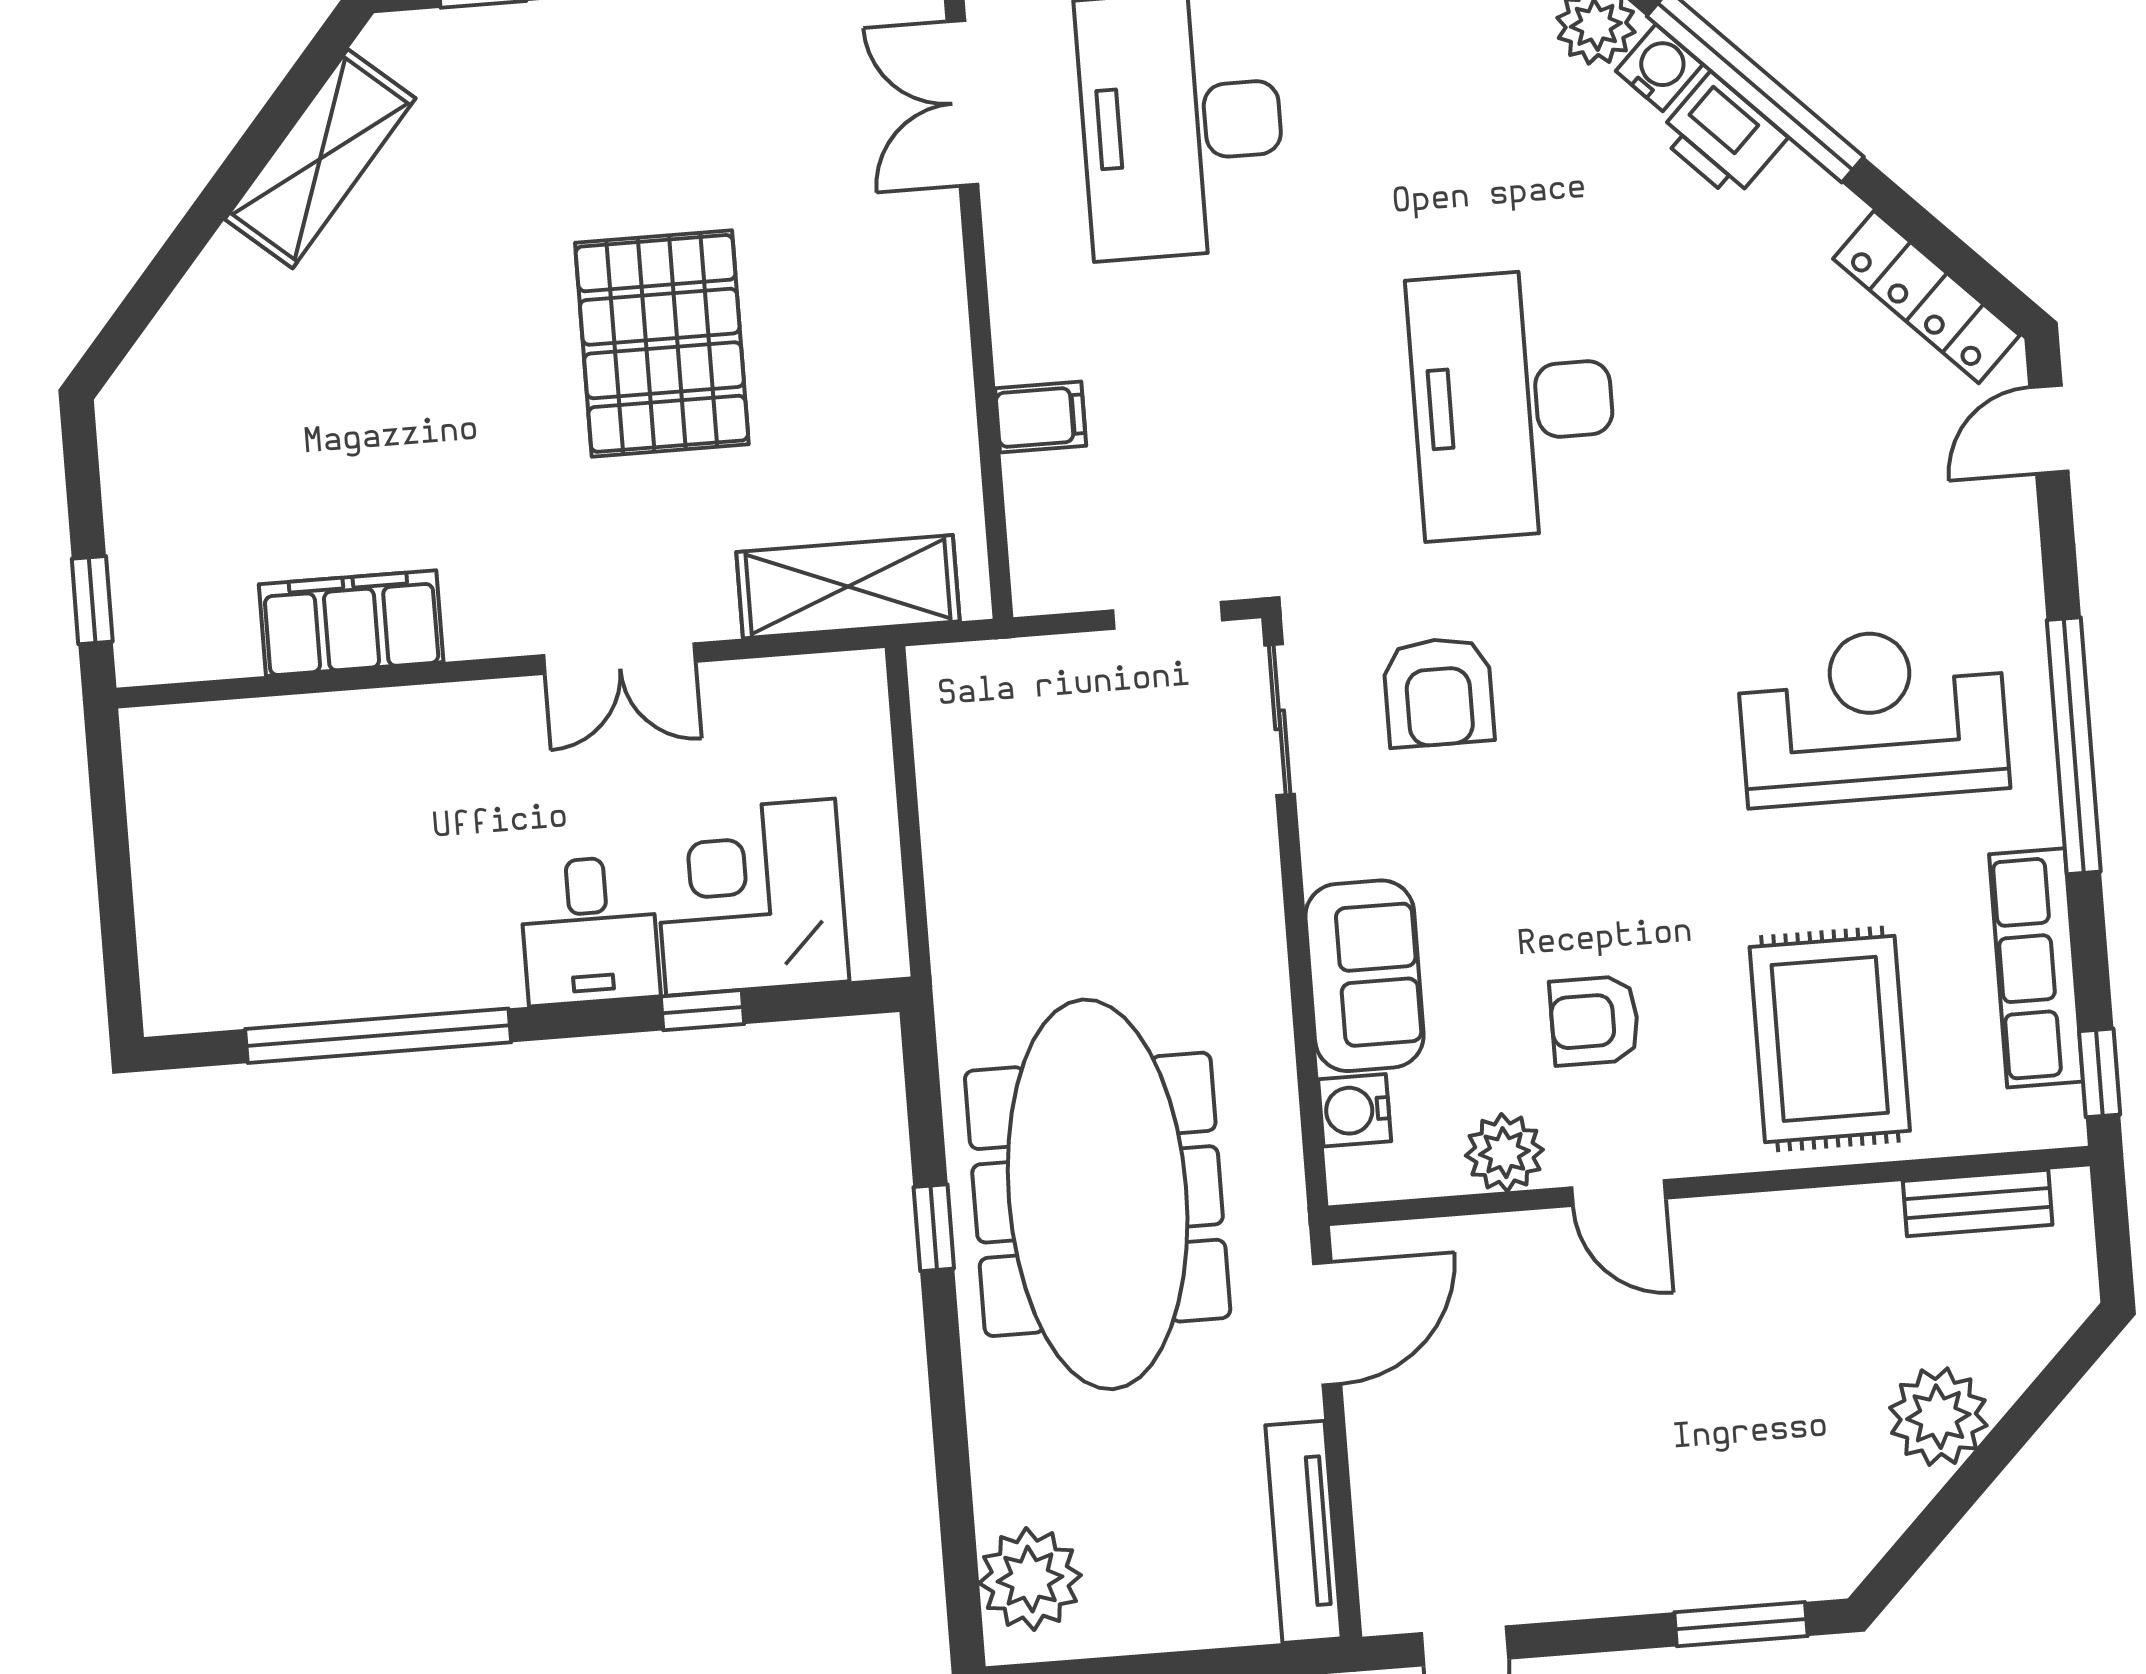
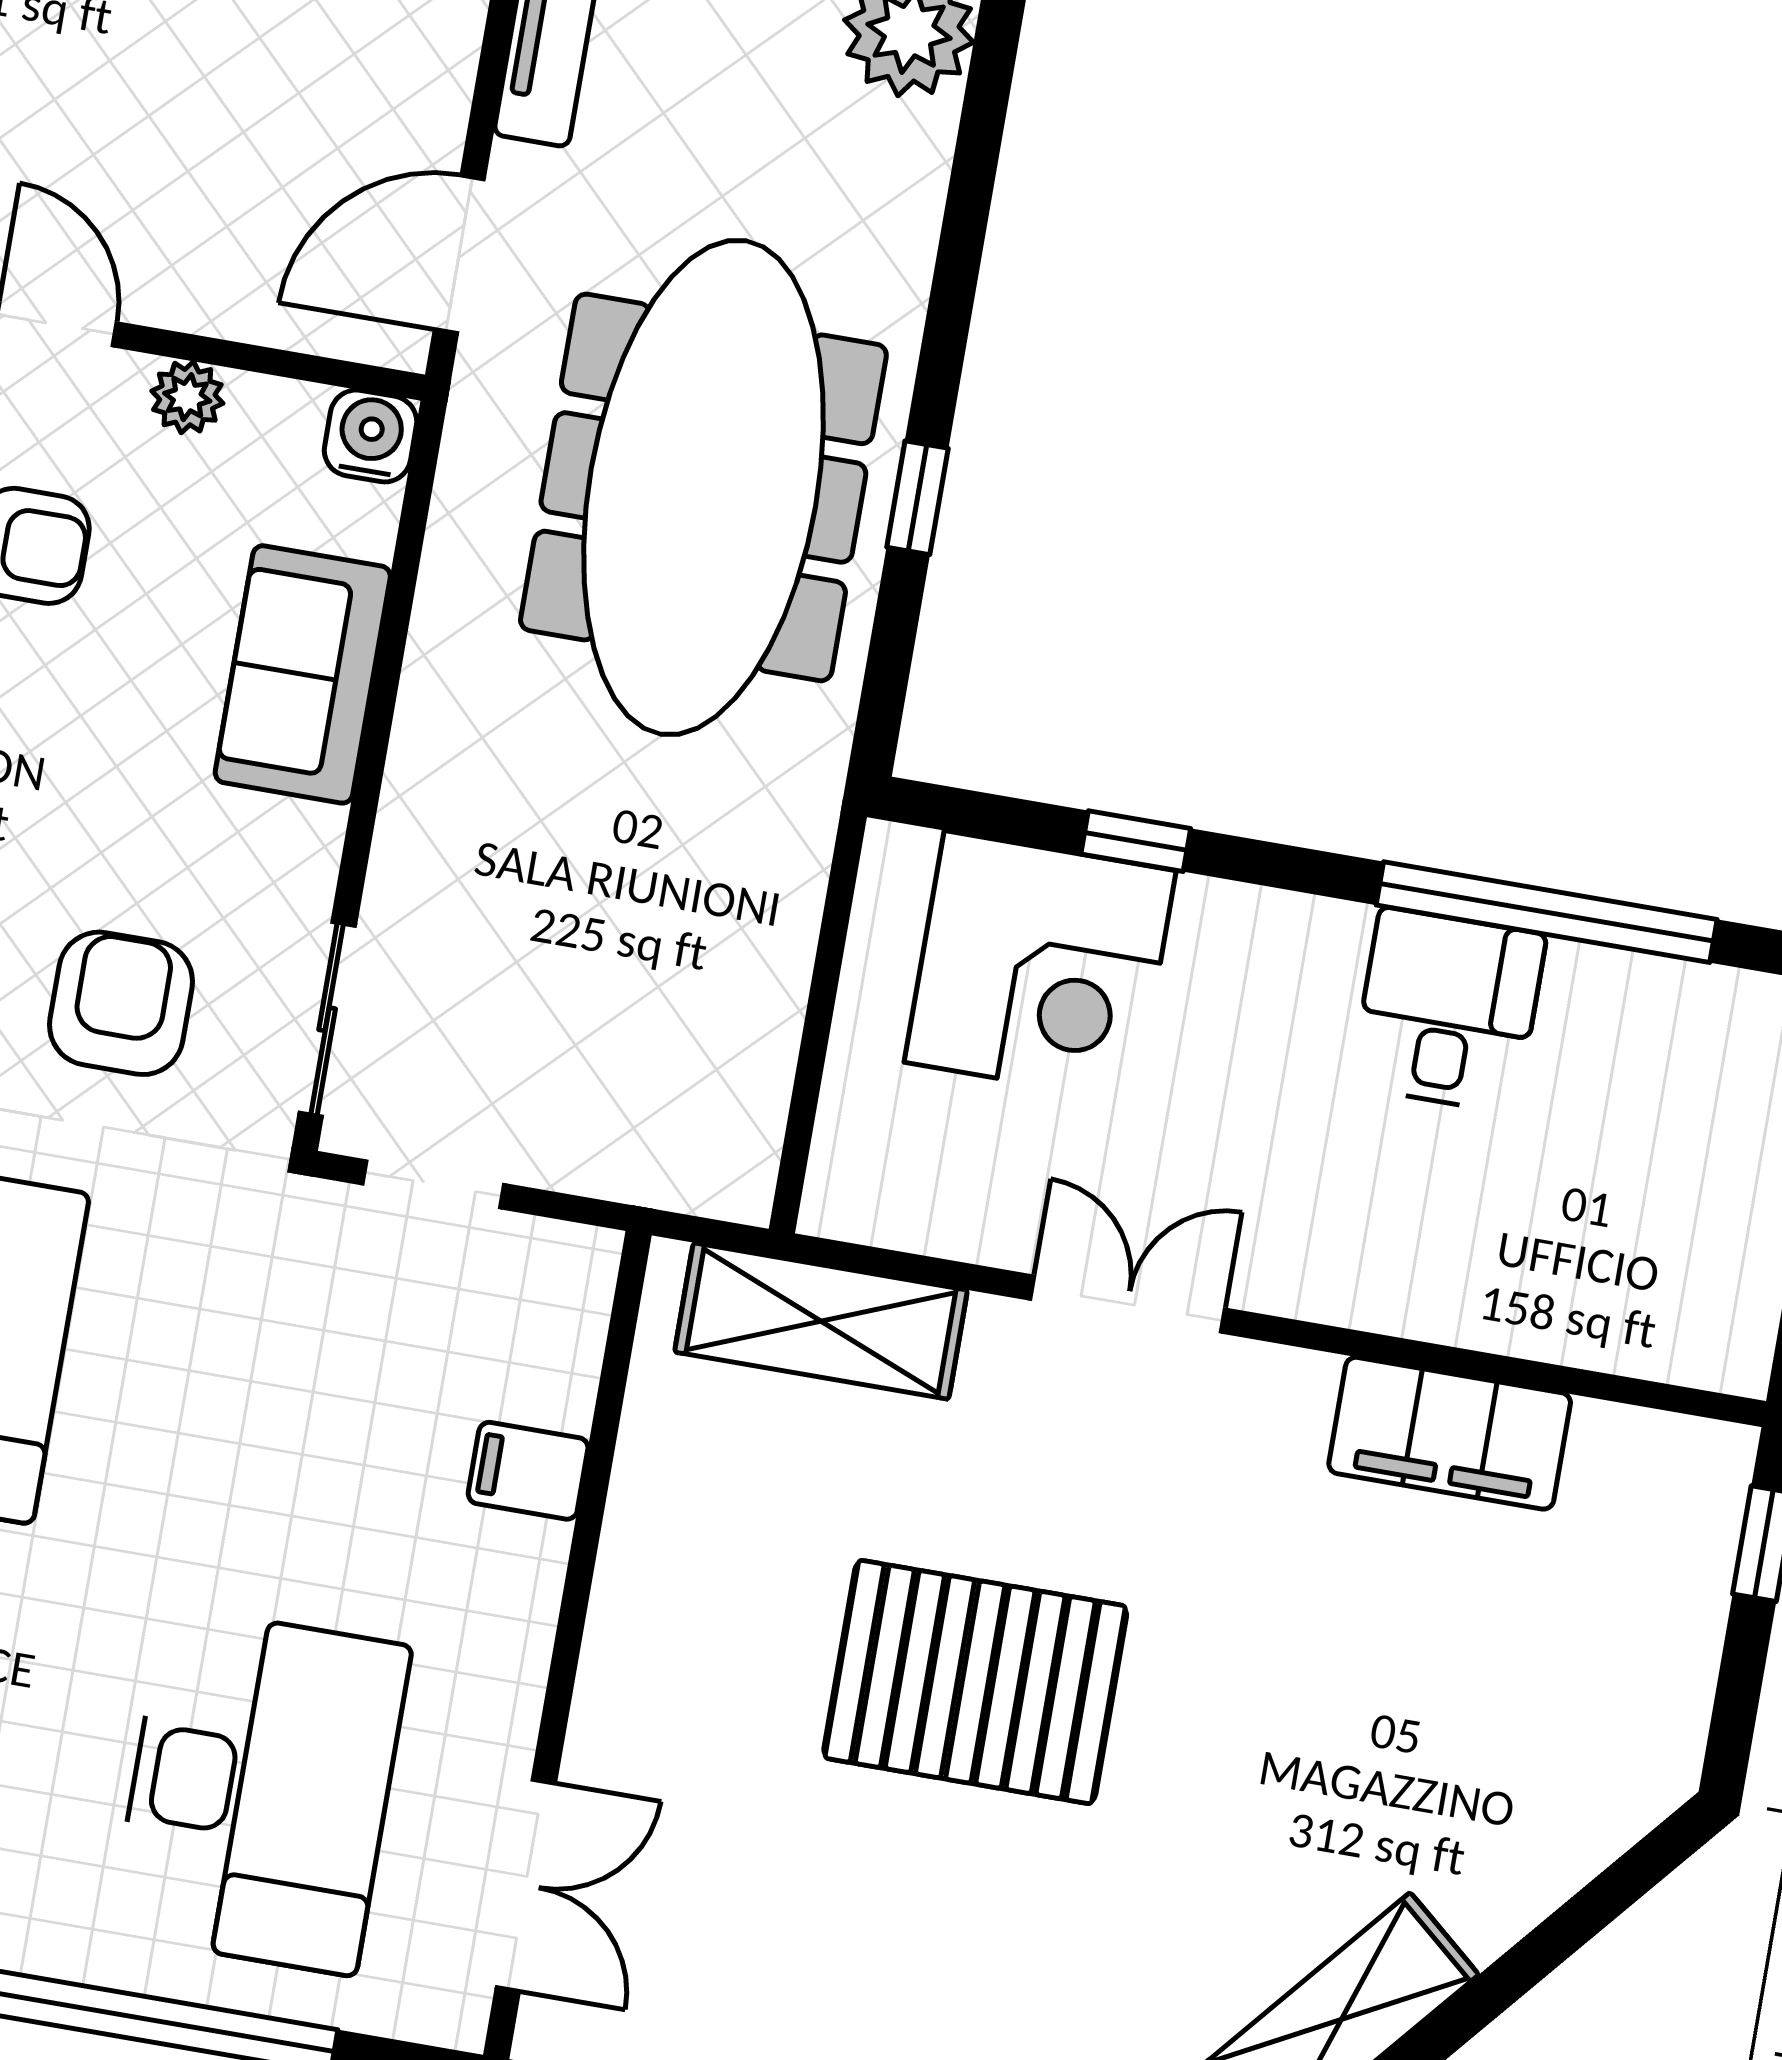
pallet: (662, 343) -> (975, 1682), turned 90
desk: (589, 930) -> (1448, 1010), moved
water cooler: (1355, 1110) -> (371, 436), moved, turned -90
plant: (1504, 1153) -> (187, 397), width x0.73, depth x0.73

